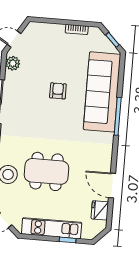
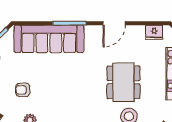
armchair: (58, 91) -> (23, 90), moved
door: (112, 186) -> (114, 23), moved

